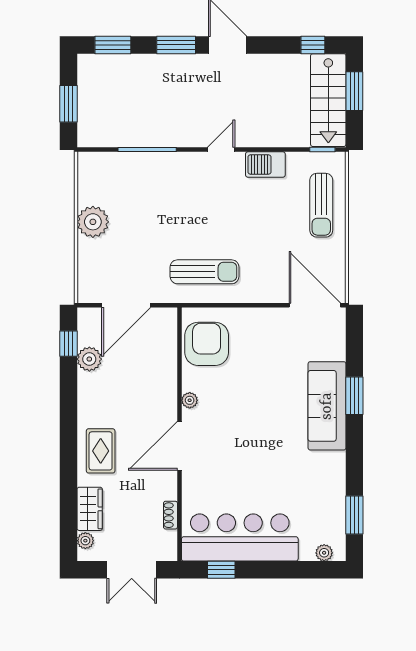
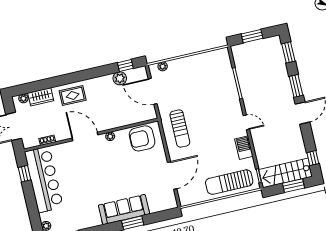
sun lounger: (321, 205) -> (229, 182), width x1.36, depth x1.34
plant: (93, 222) -> (163, 66), moved, width x0.53, depth x0.53
door: (315, 305) -> (172, 176), moved
armchair: (207, 344) -> (142, 138), turned 180

